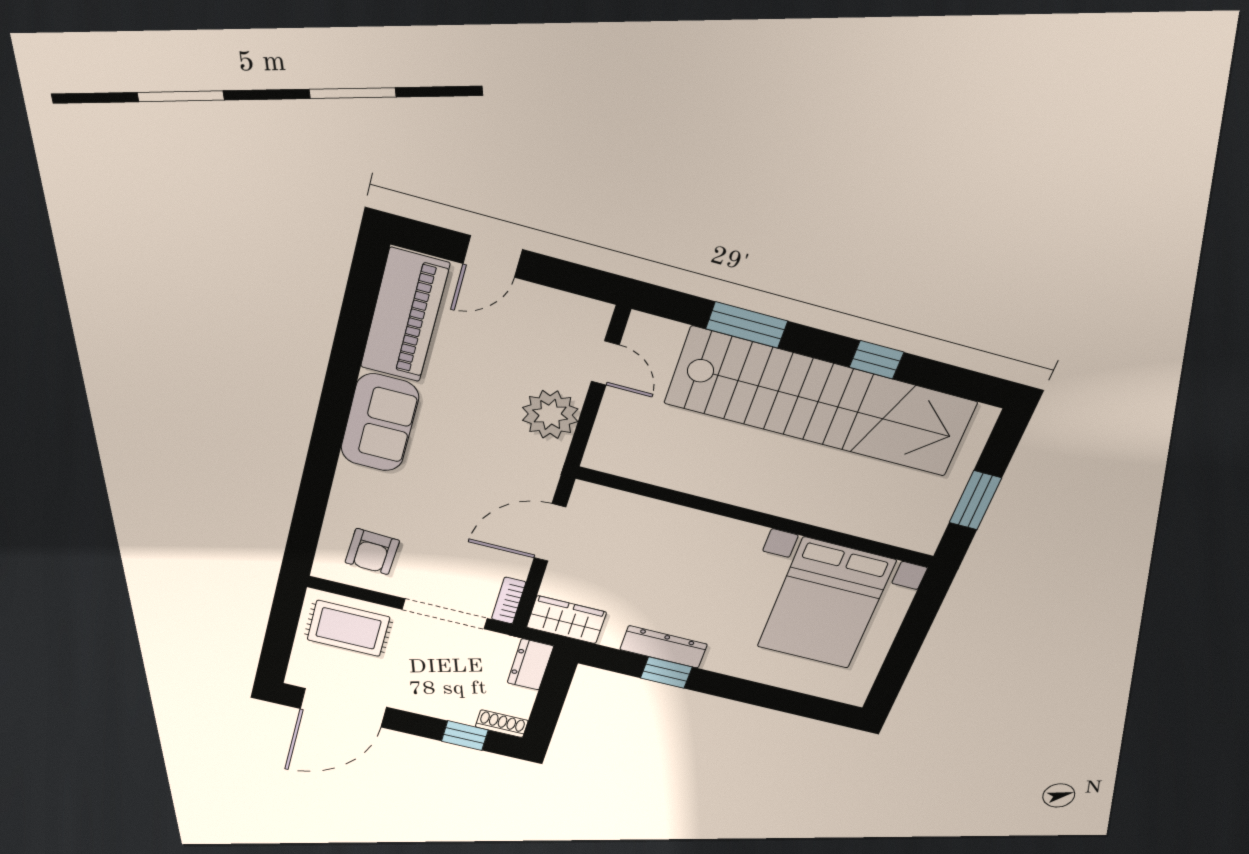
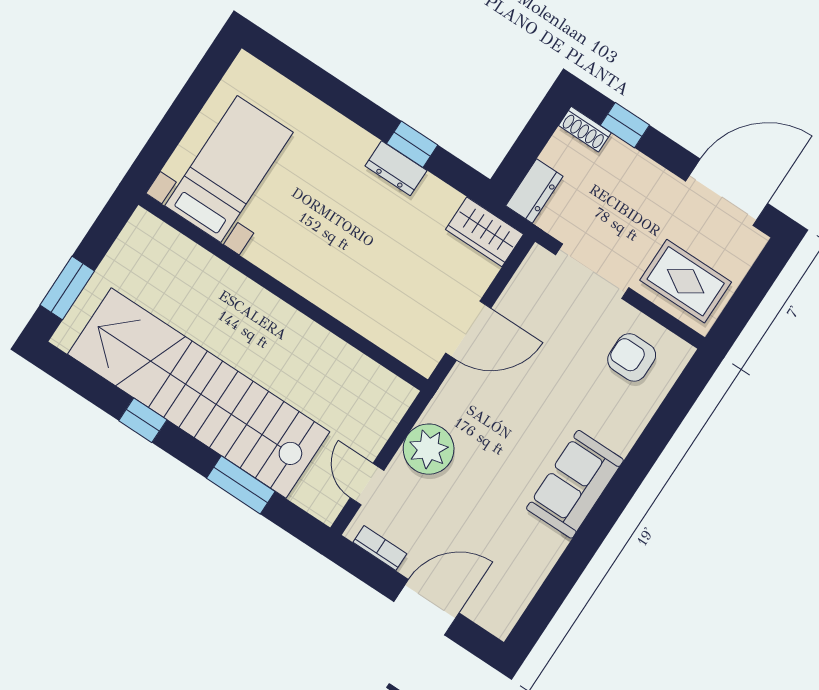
door: (493, 257) -> (426, 607), width x1.38
piano: (405, 315) -> (516, 577), removed
window: (975, 500) -> (67, 288), moved
armchair: (372, 552) -> (632, 357), turned -93
bookcase: (509, 601) -> (380, 548), moved, turned -90
bed with nightstands: (826, 604) -> (229, 169), width x0.73
dresser: (664, 647) -> (396, 168), width x0.70

